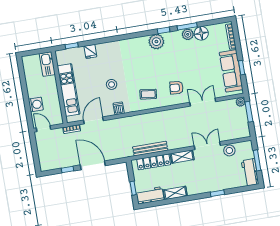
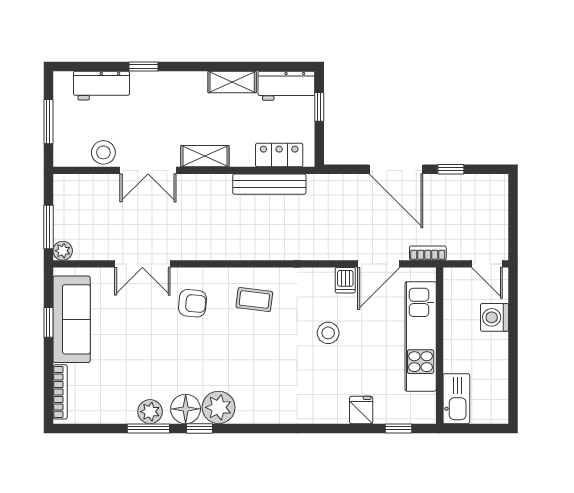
floor lamp: (201, 33) -> (186, 409), moved
dishwasher: (119, 108) -> (345, 280), moved
locker: (154, 162) -> (279, 155), width x0.66
workbench: (250, 172) -> (102, 86), moved, turned 90

